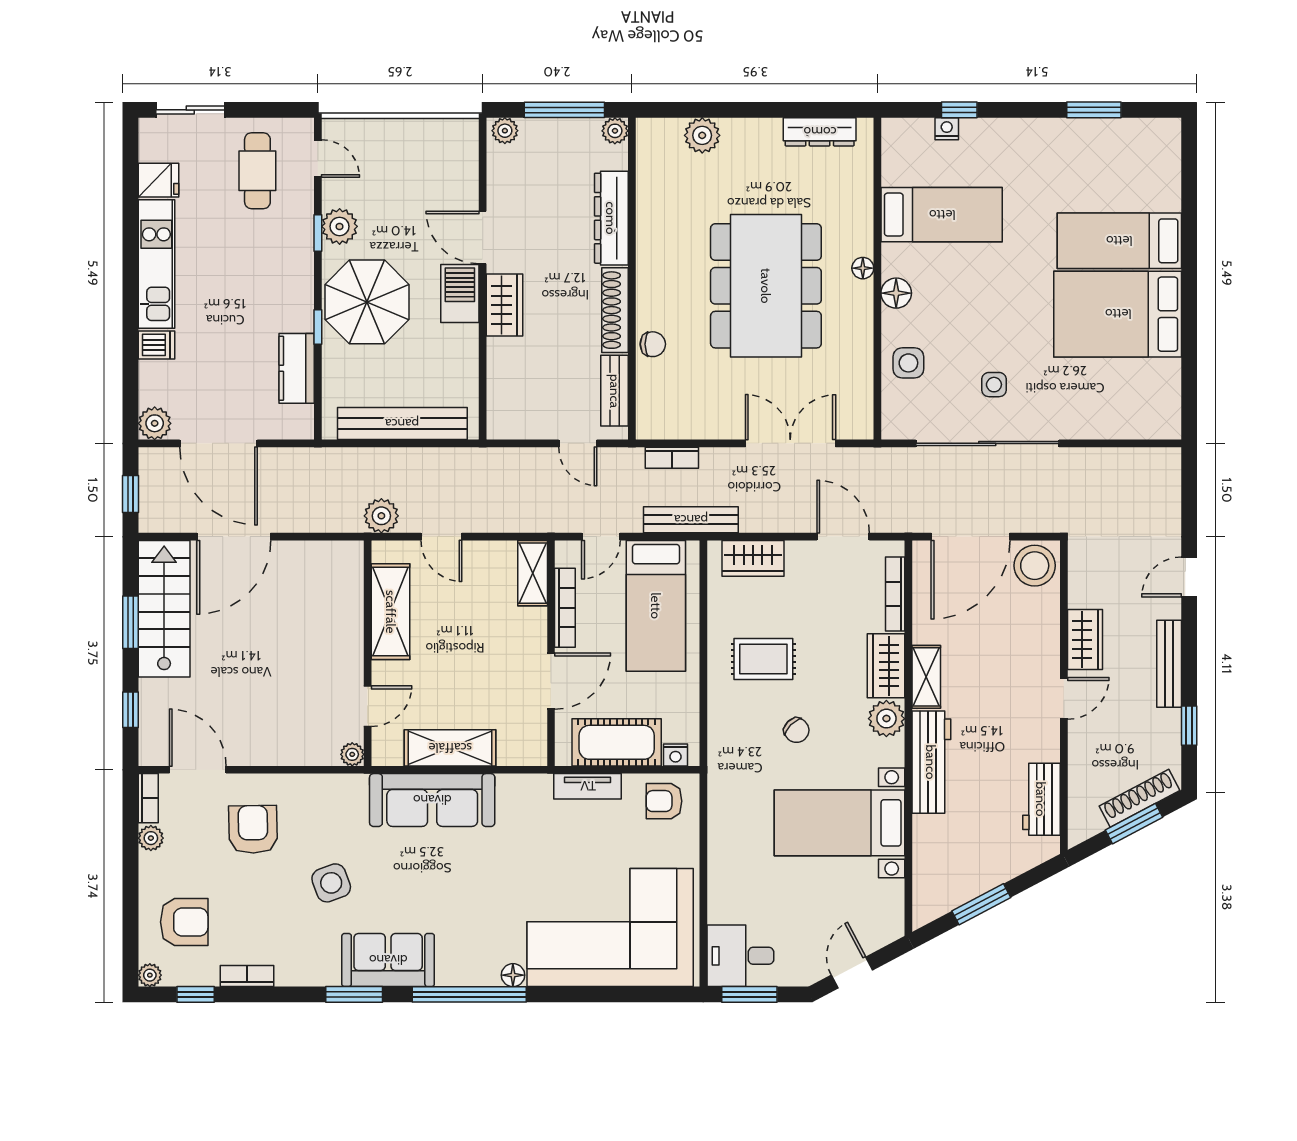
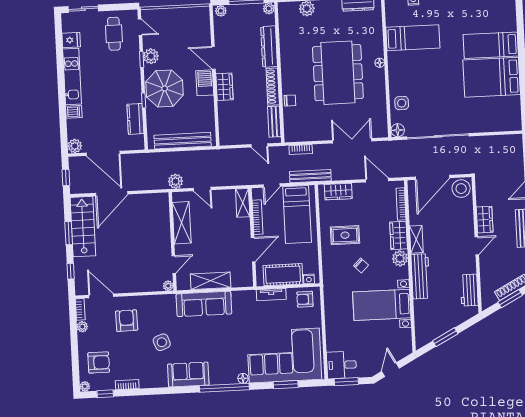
floor lamp: (896, 293) -> (398, 130), moved
side table: (994, 385) -> (439, 111), removed
window: (354, 994) -> (286, 385), moved

